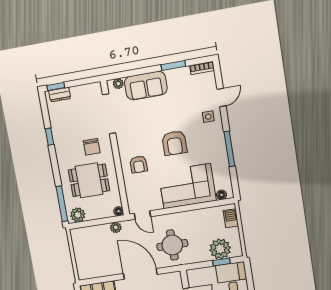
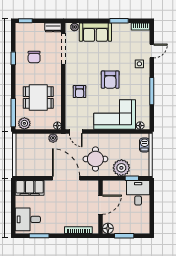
dresser: (60, 95) -> (53, 27), moved
chair: (92, 147) -> (34, 57), moved
plant: (220, 249) -> (121, 168), moved

